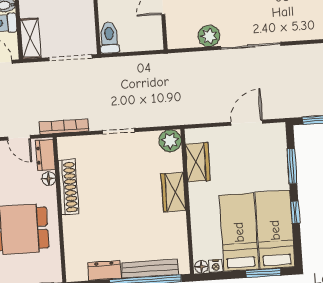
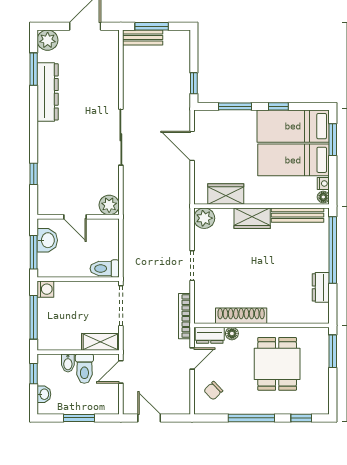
plant: (209, 36) -> (109, 205), moved
bench: (150, 269) -> (297, 215), moved, turned 90

